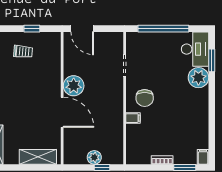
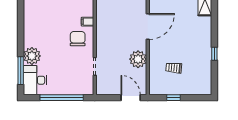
trolley: (23, 52) -> (174, 68), moved
window: (212, 60) -> (21, 71), width x1.44
plant: (74, 86) -> (138, 59), moved
door: (62, 112) -> (148, 27), swing flipped

